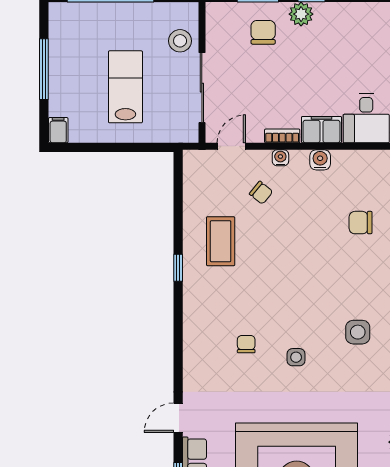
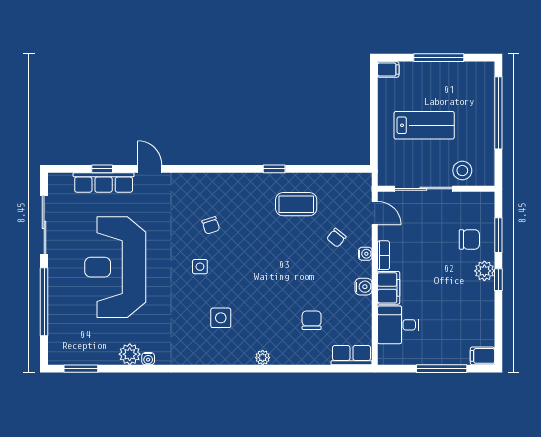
chair: (246, 344) -> (211, 225), turned 72

